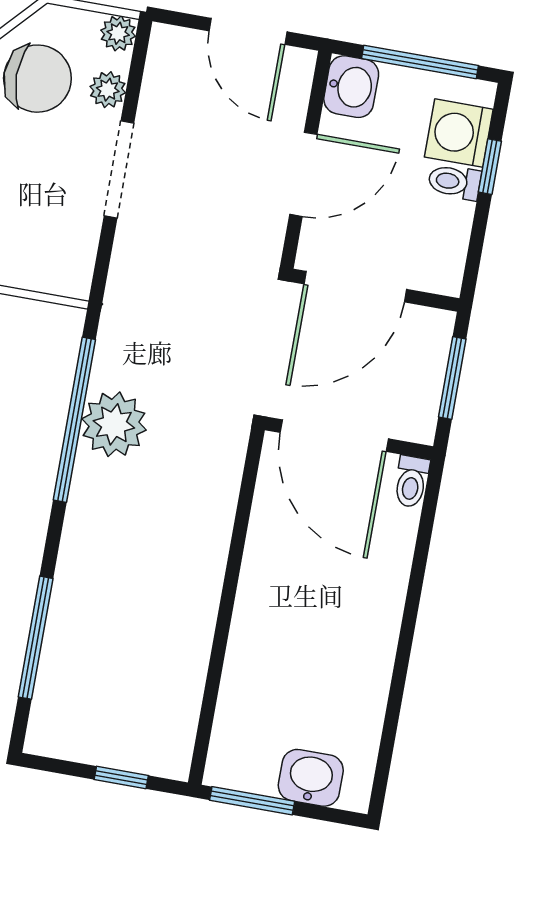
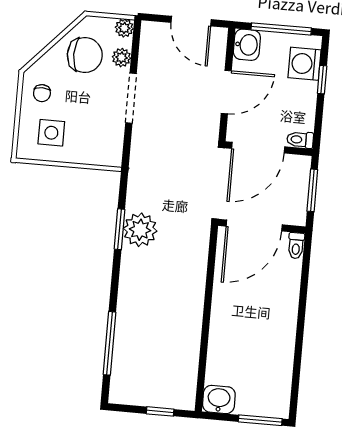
toilet: (455, 182) -> (300, 140), moved
window: (74, 420) -> (119, 229), width x0.47
door: (334, 436) -> (254, 225), hinge flipped
washbasin: (311, 778) -> (219, 399), moved
window: (252, 801) -> (260, 420), moved

